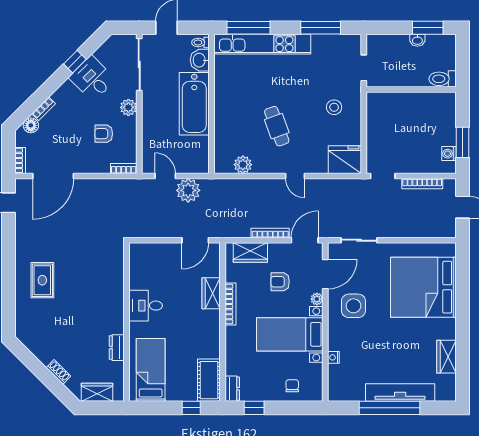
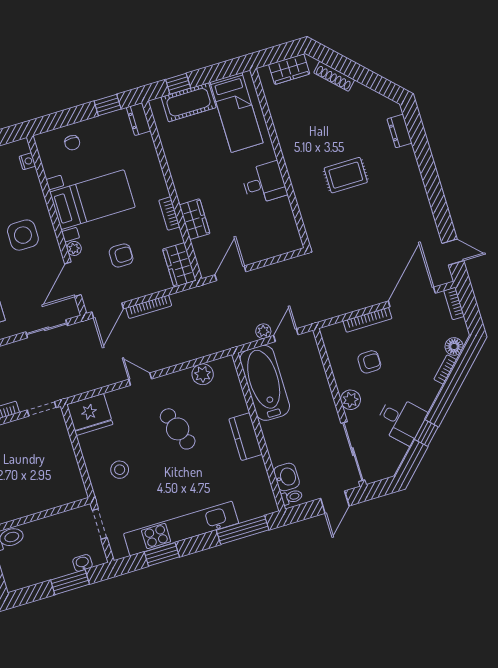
window: (321, 28) -> (162, 554), width x0.69
window: (428, 28) -> (70, 582), moved
washbasin: (417, 40) -> (83, 563), moved
kitchen unit: (262, 44) -> (181, 528), moved
kitchen counter: (223, 103) -> (246, 437), added
bathtub: (194, 104) -> (265, 383), moved
bookcase: (124, 168) -> (367, 320), moved, width x1.56
door: (165, 176) -> (286, 335), swing flipped
plant: (188, 190) -> (263, 331), width x0.53, depth x0.53
wardrobe: (250, 253) -> (179, 265), moved, turned -90
rug: (42, 280) -> (346, 175), moved, turned 90
bookcase: (230, 304) -> (169, 214), width x0.64
side table: (353, 306) -> (23, 235), moved
dresser: (117, 348) -> (399, 131), moved, turned 180
nightstand: (333, 357) -> (27, 161), moved
shoe rack: (58, 372) -> (334, 76), width x1.43
cot: (209, 380) -> (189, 102), moved, turned 90

